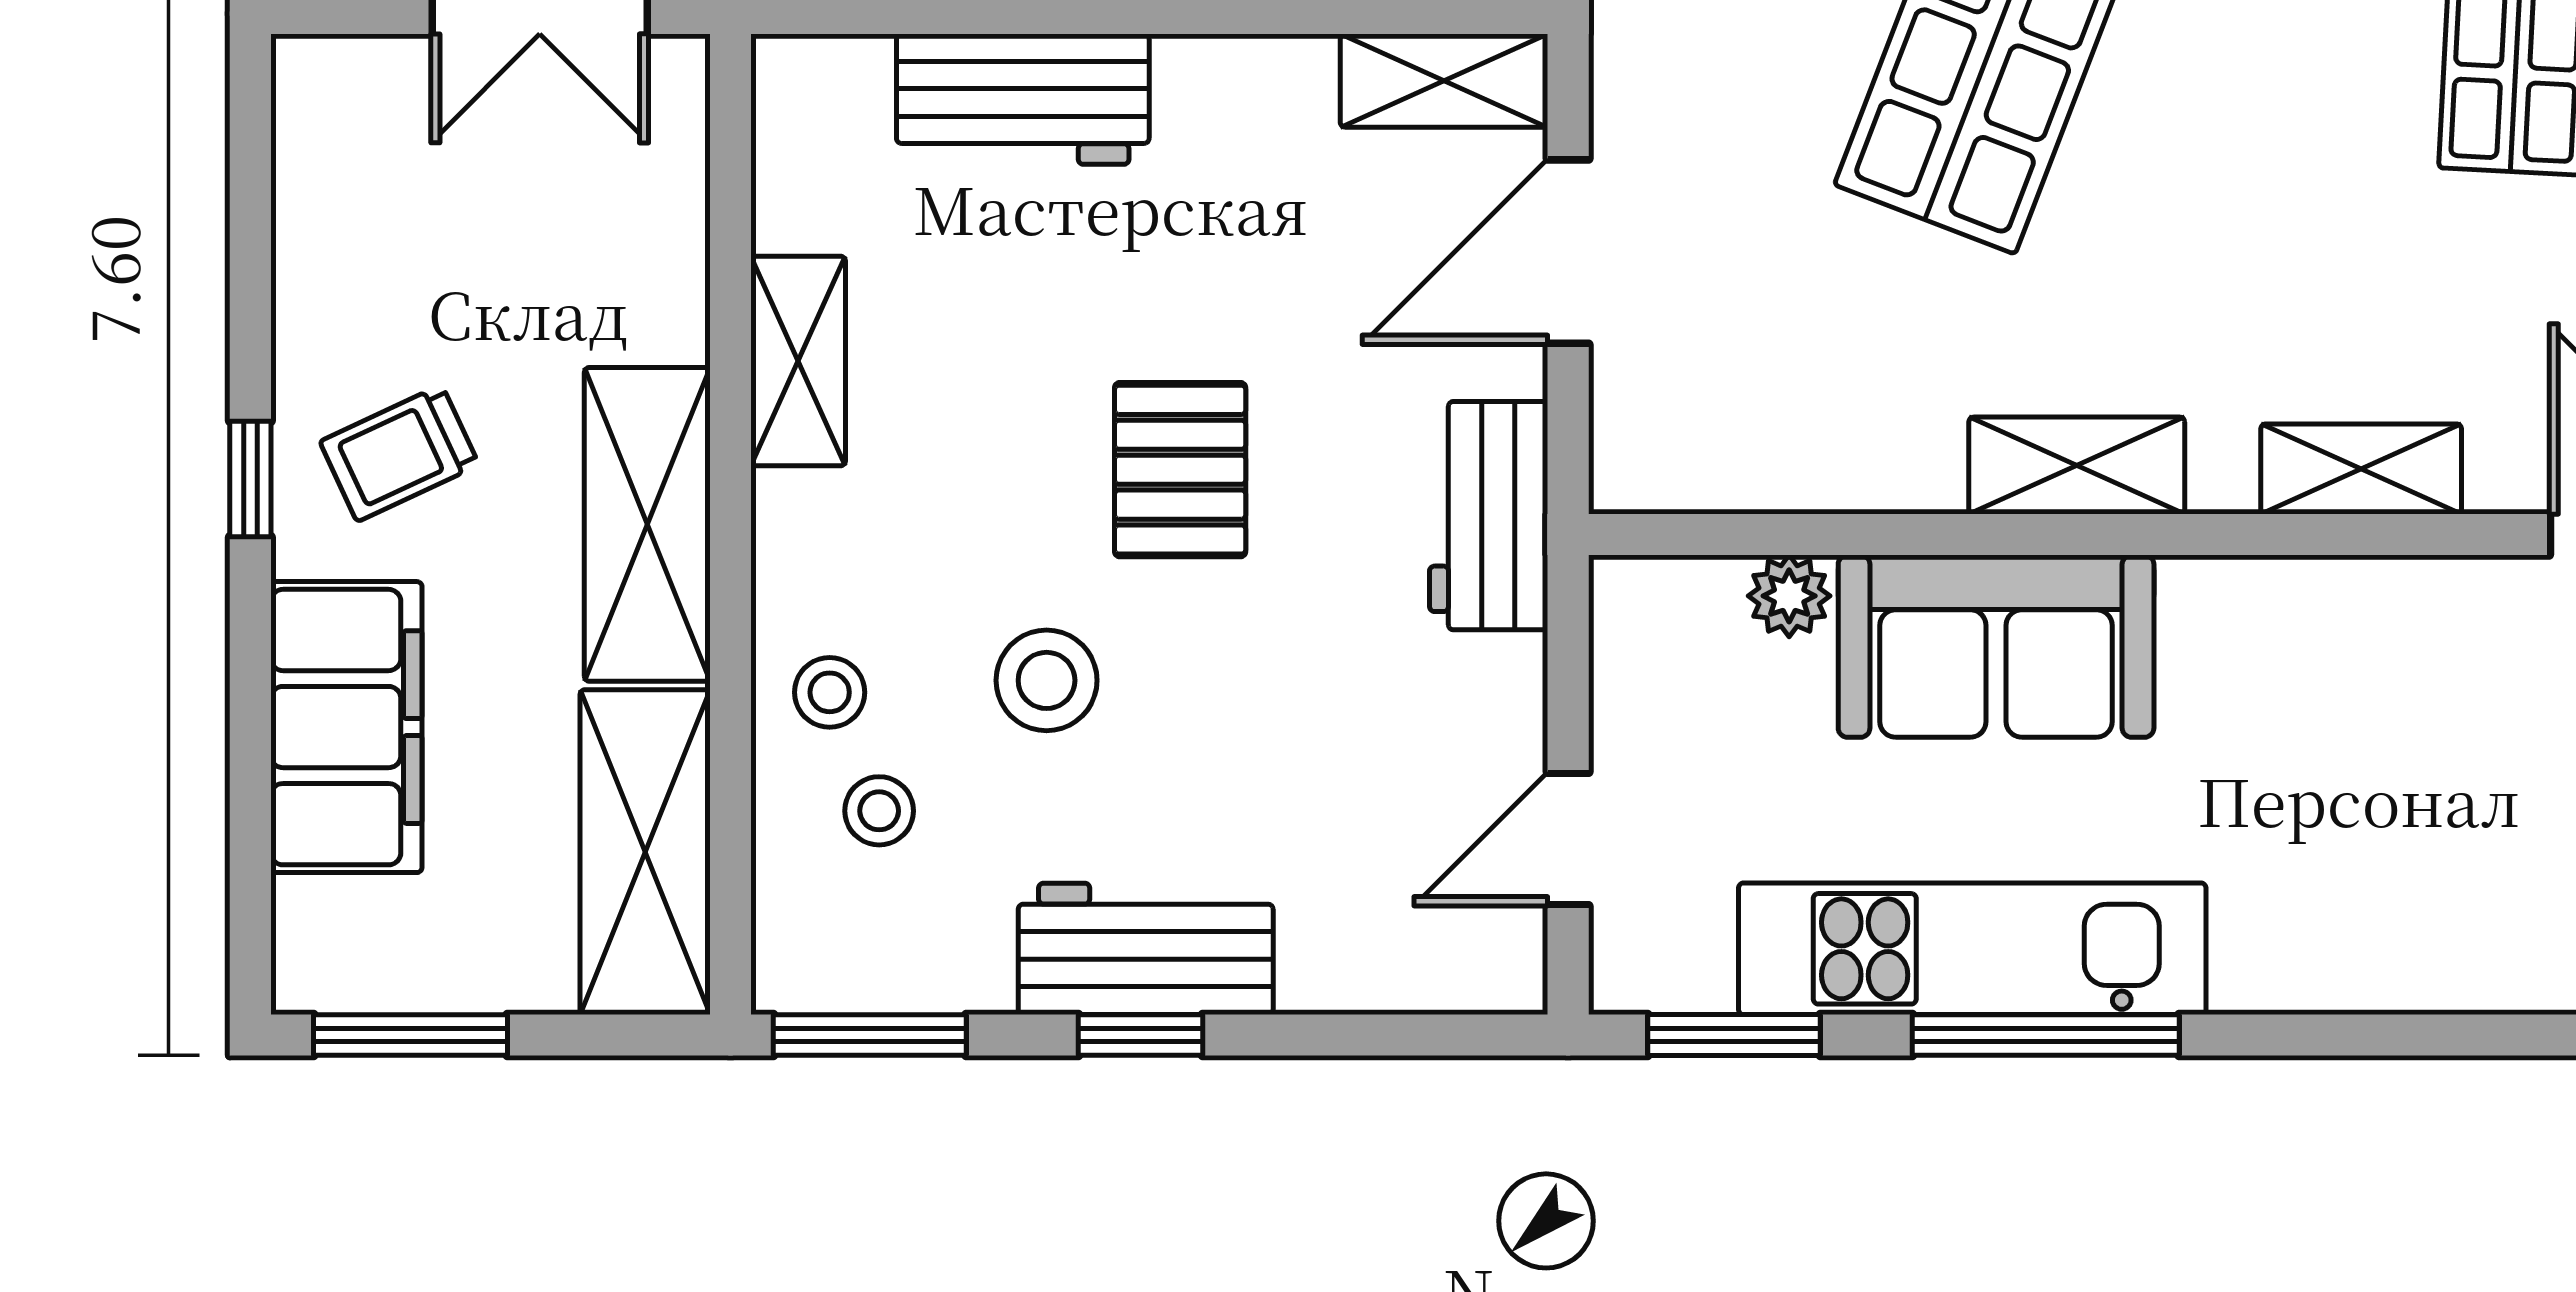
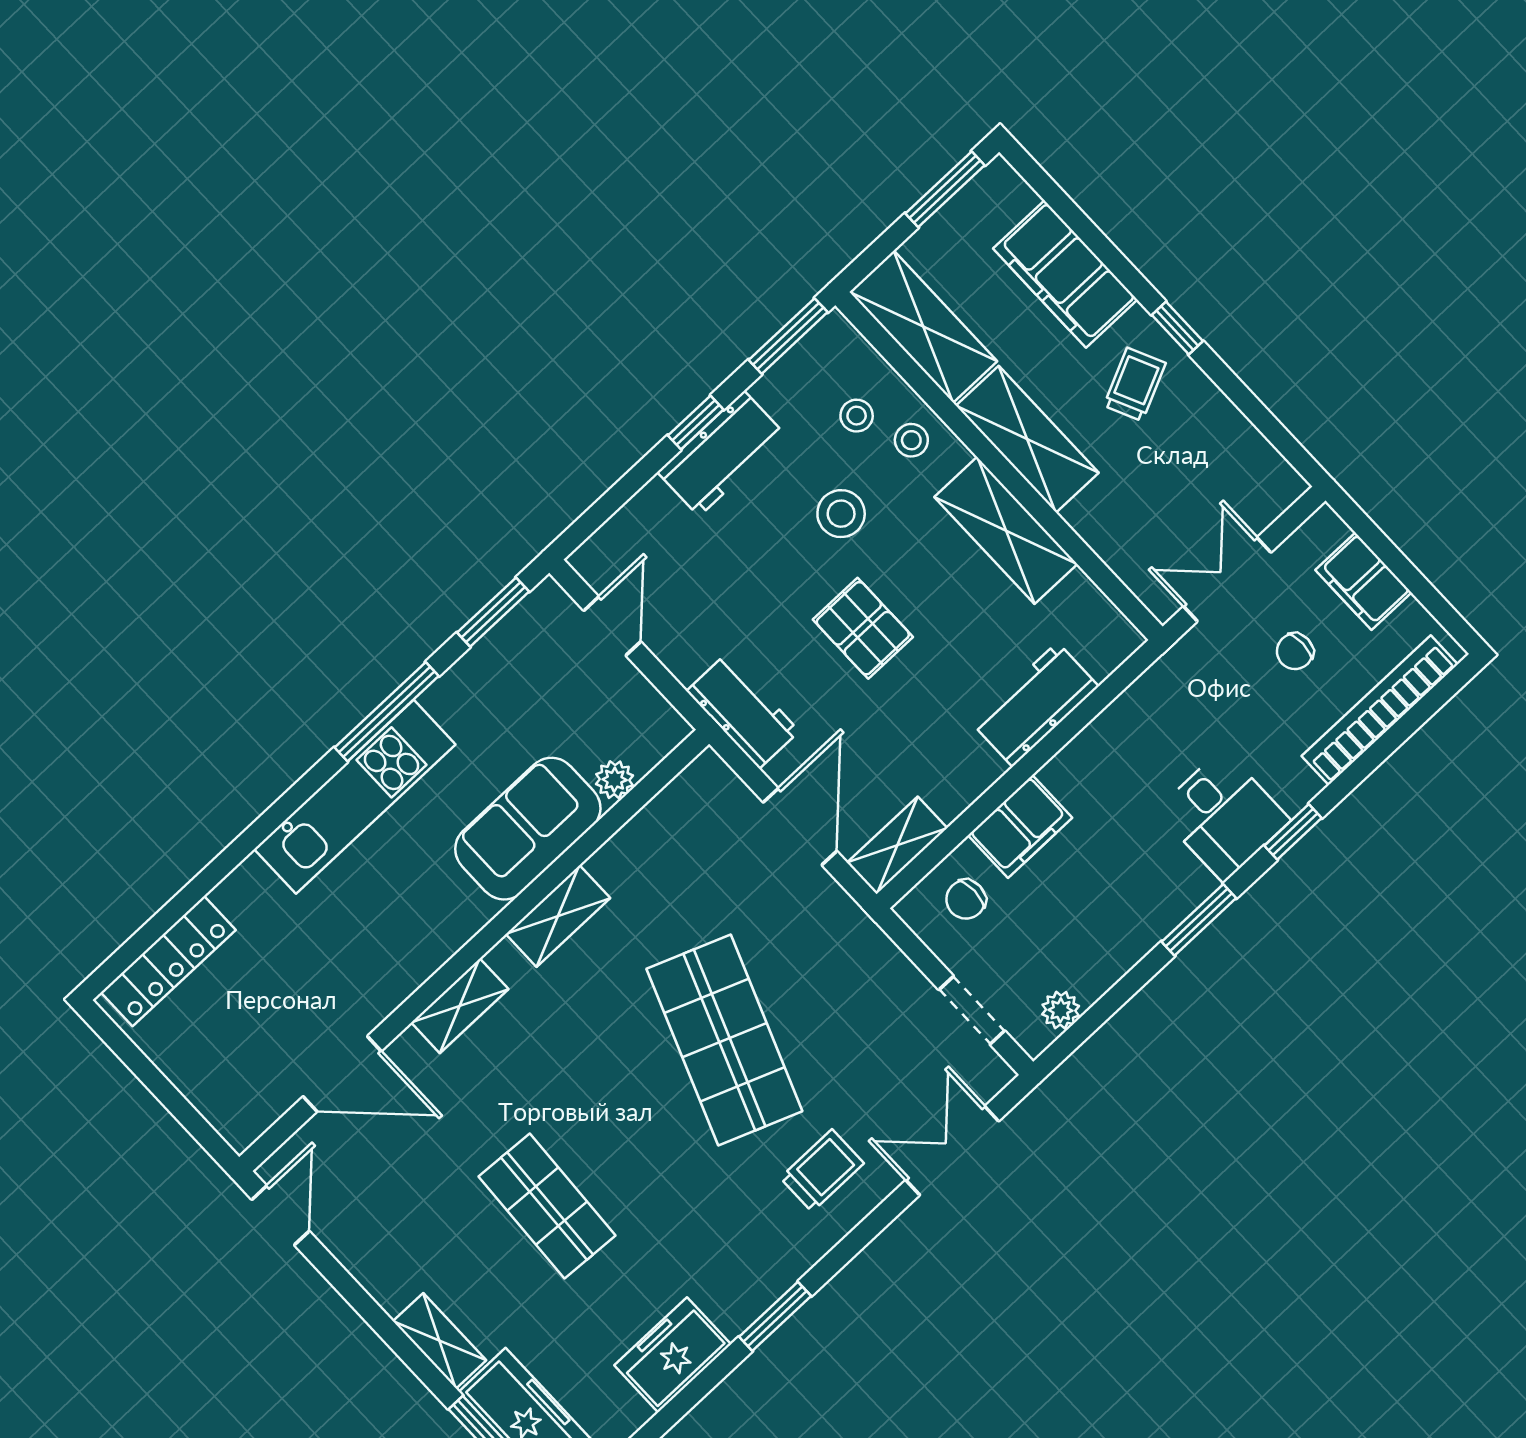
shelving: (798, 361) -> (1006, 530), width x1.50, depth x1.33
kitchen unit: (1972, 949) -> (355, 797), moved

